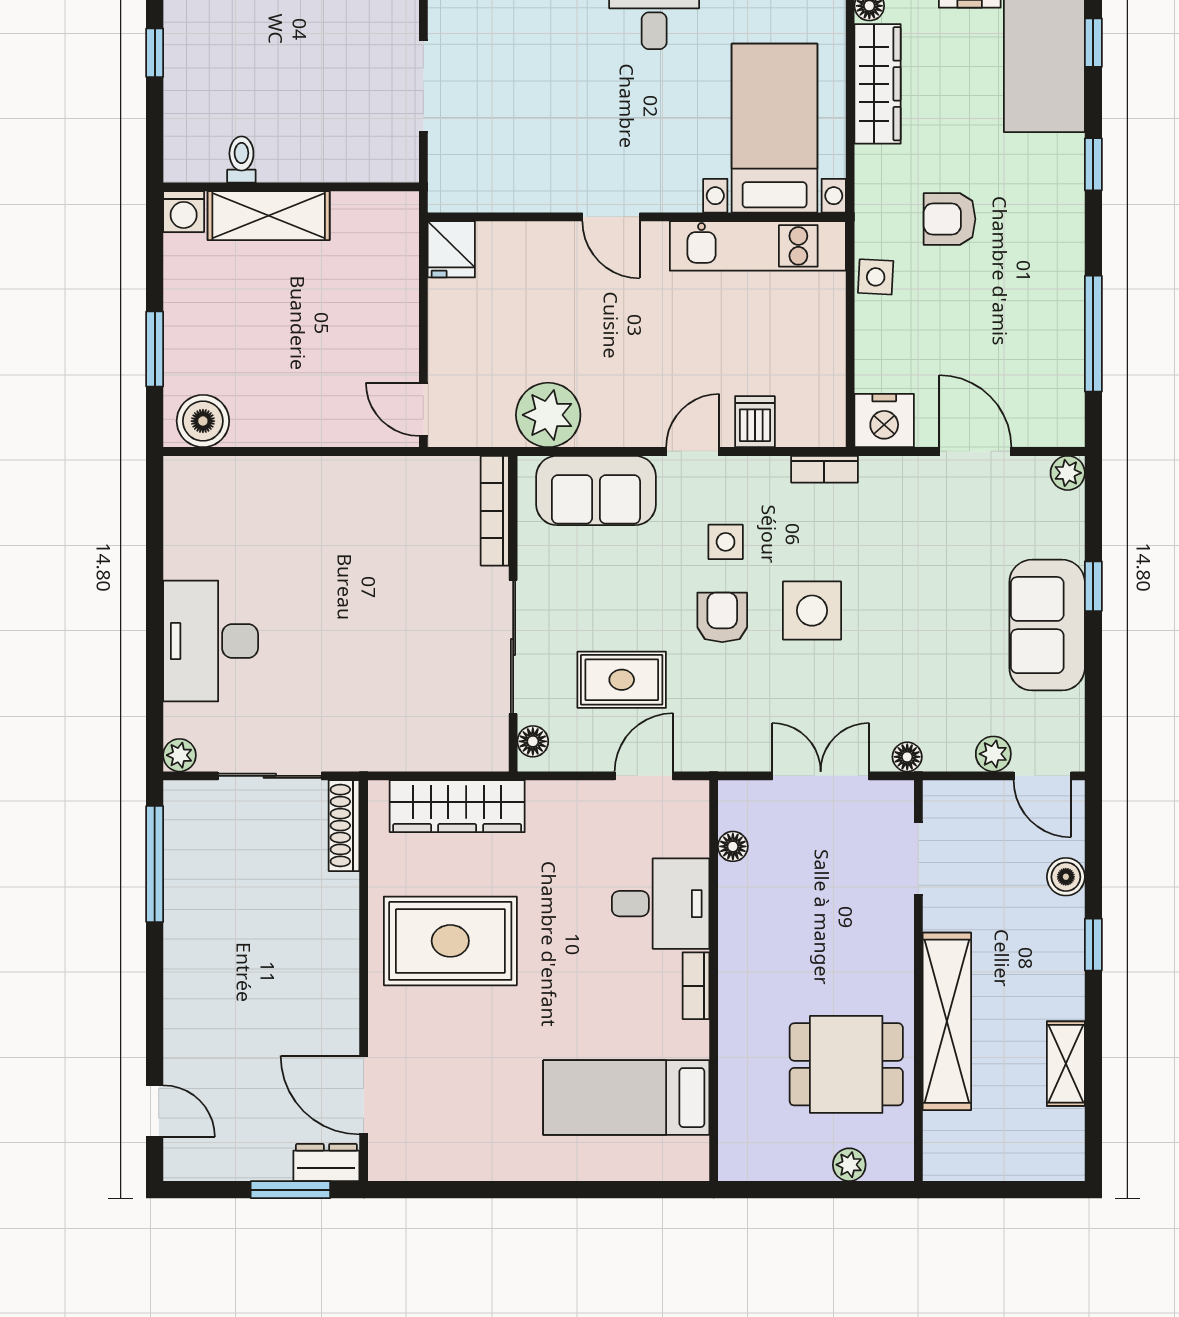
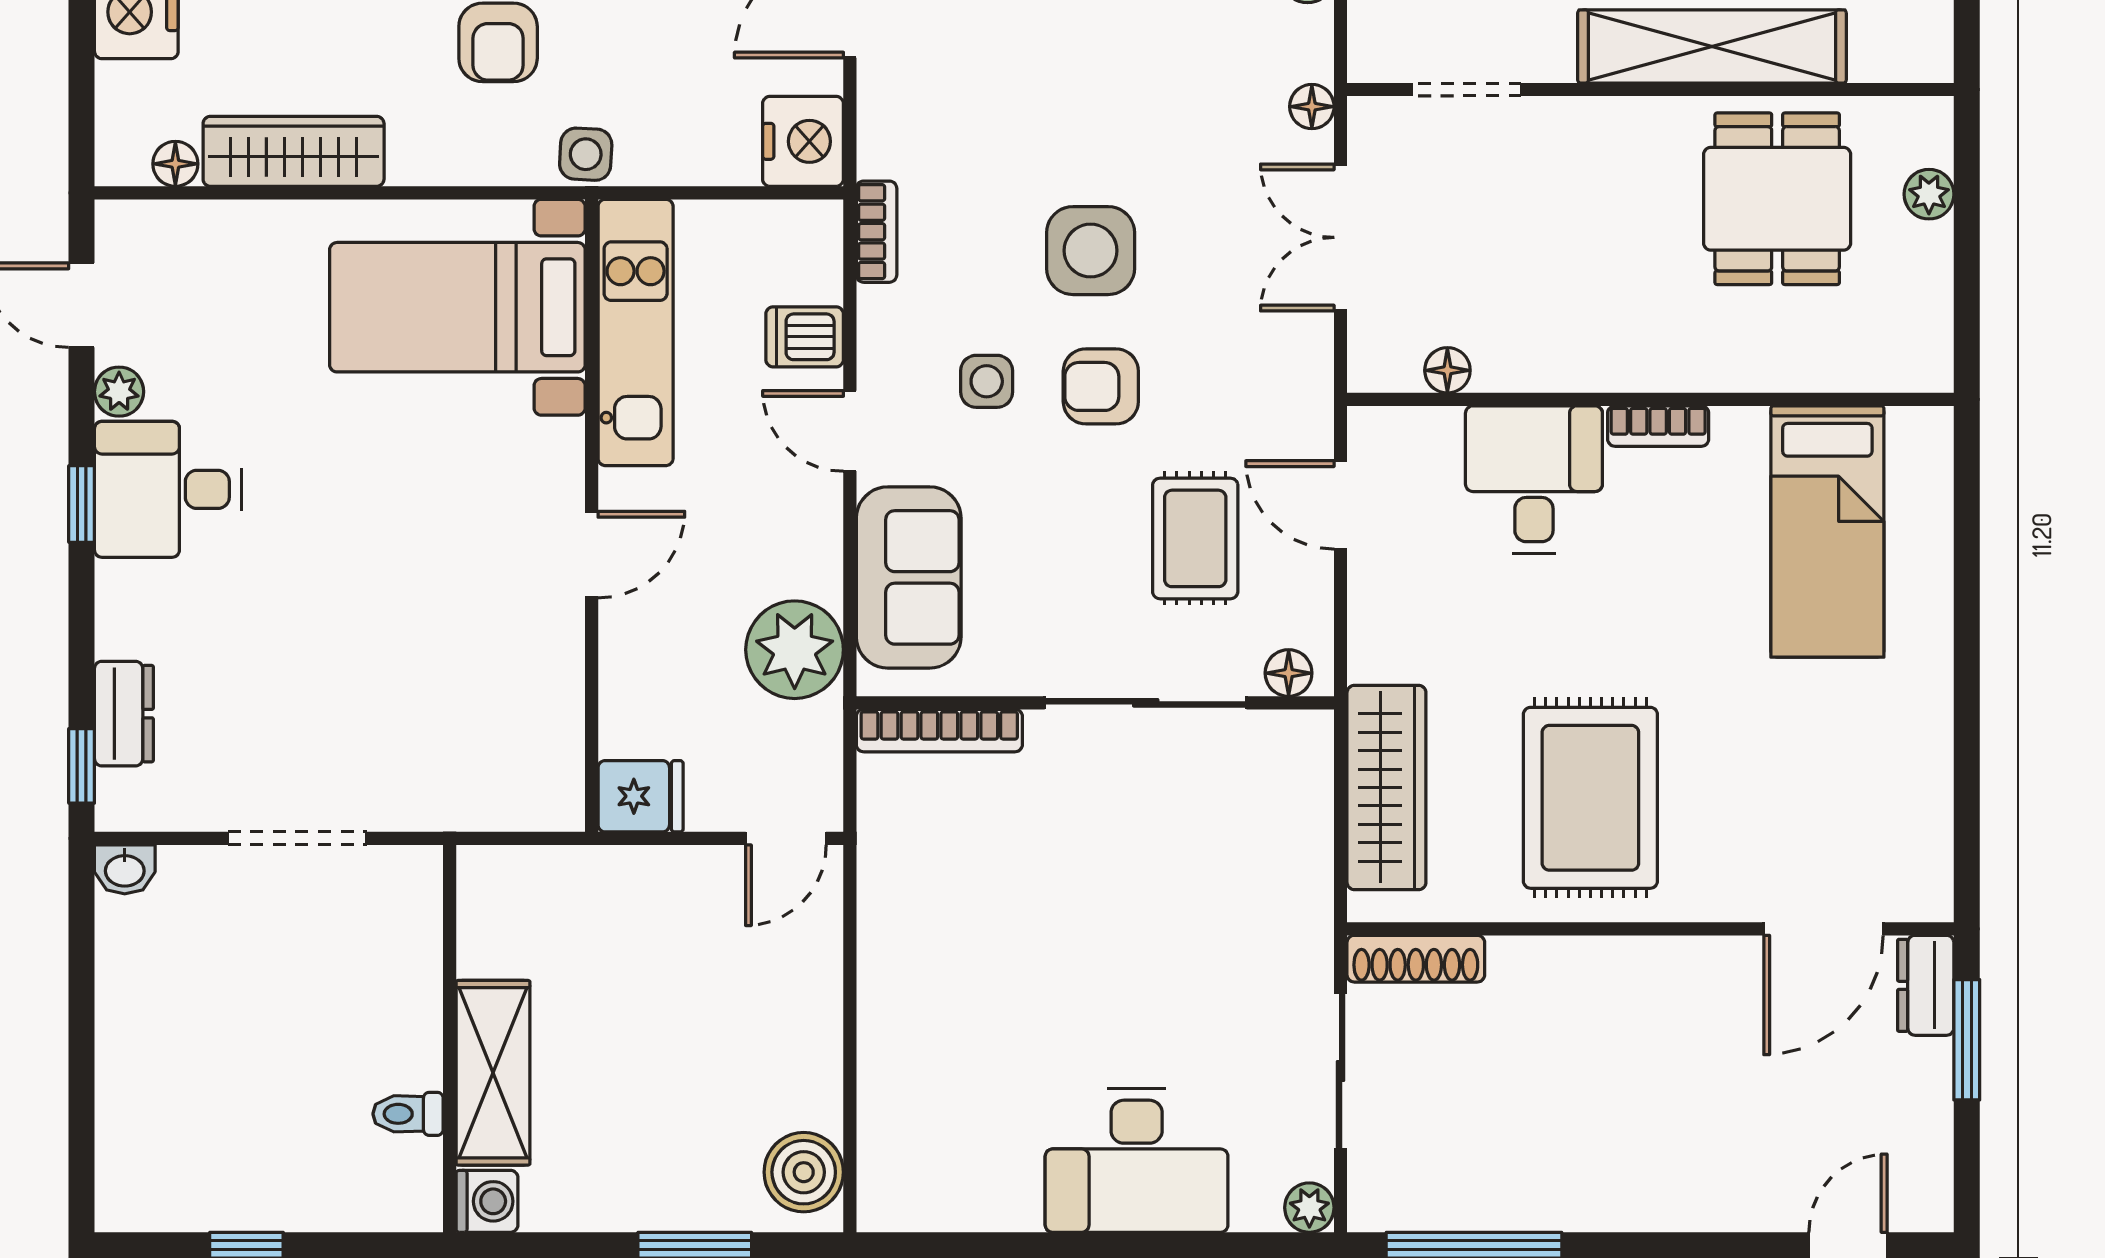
bed with nightstands: (775, 128) -> (457, 307), moved
door: (611, 217) -> (592, 555), moved
wall: (637, 217) -> (592, 516), moved
kitchen unit: (758, 246) -> (636, 332), moved
fridge: (451, 249) -> (641, 796), moved

